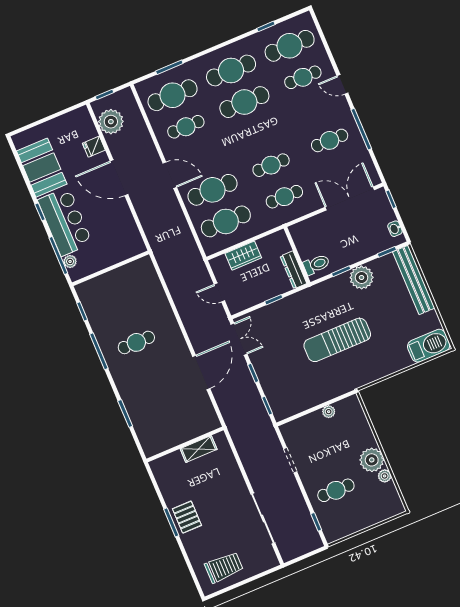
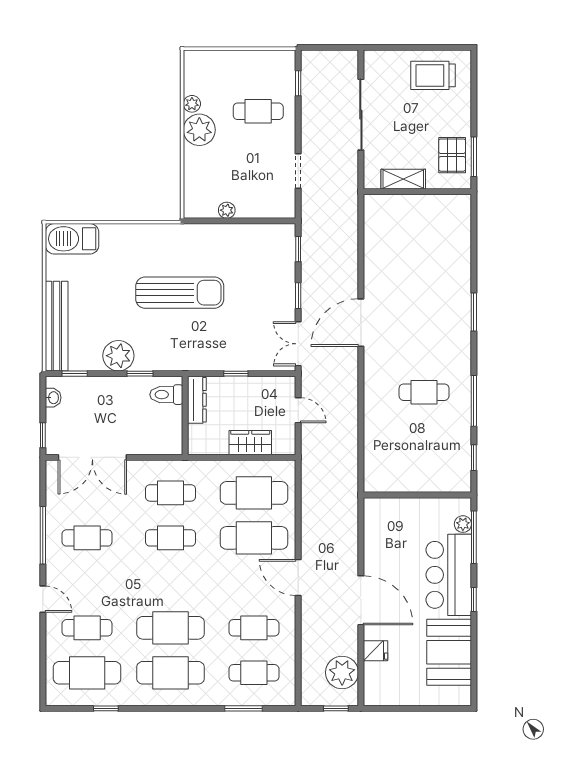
cafe table: (173, 95) -> (254, 673), width x0.73, depth x0.74
wall: (185, 444) -> (417, 192), moved
shelving: (199, 449) -> (403, 179), moved

